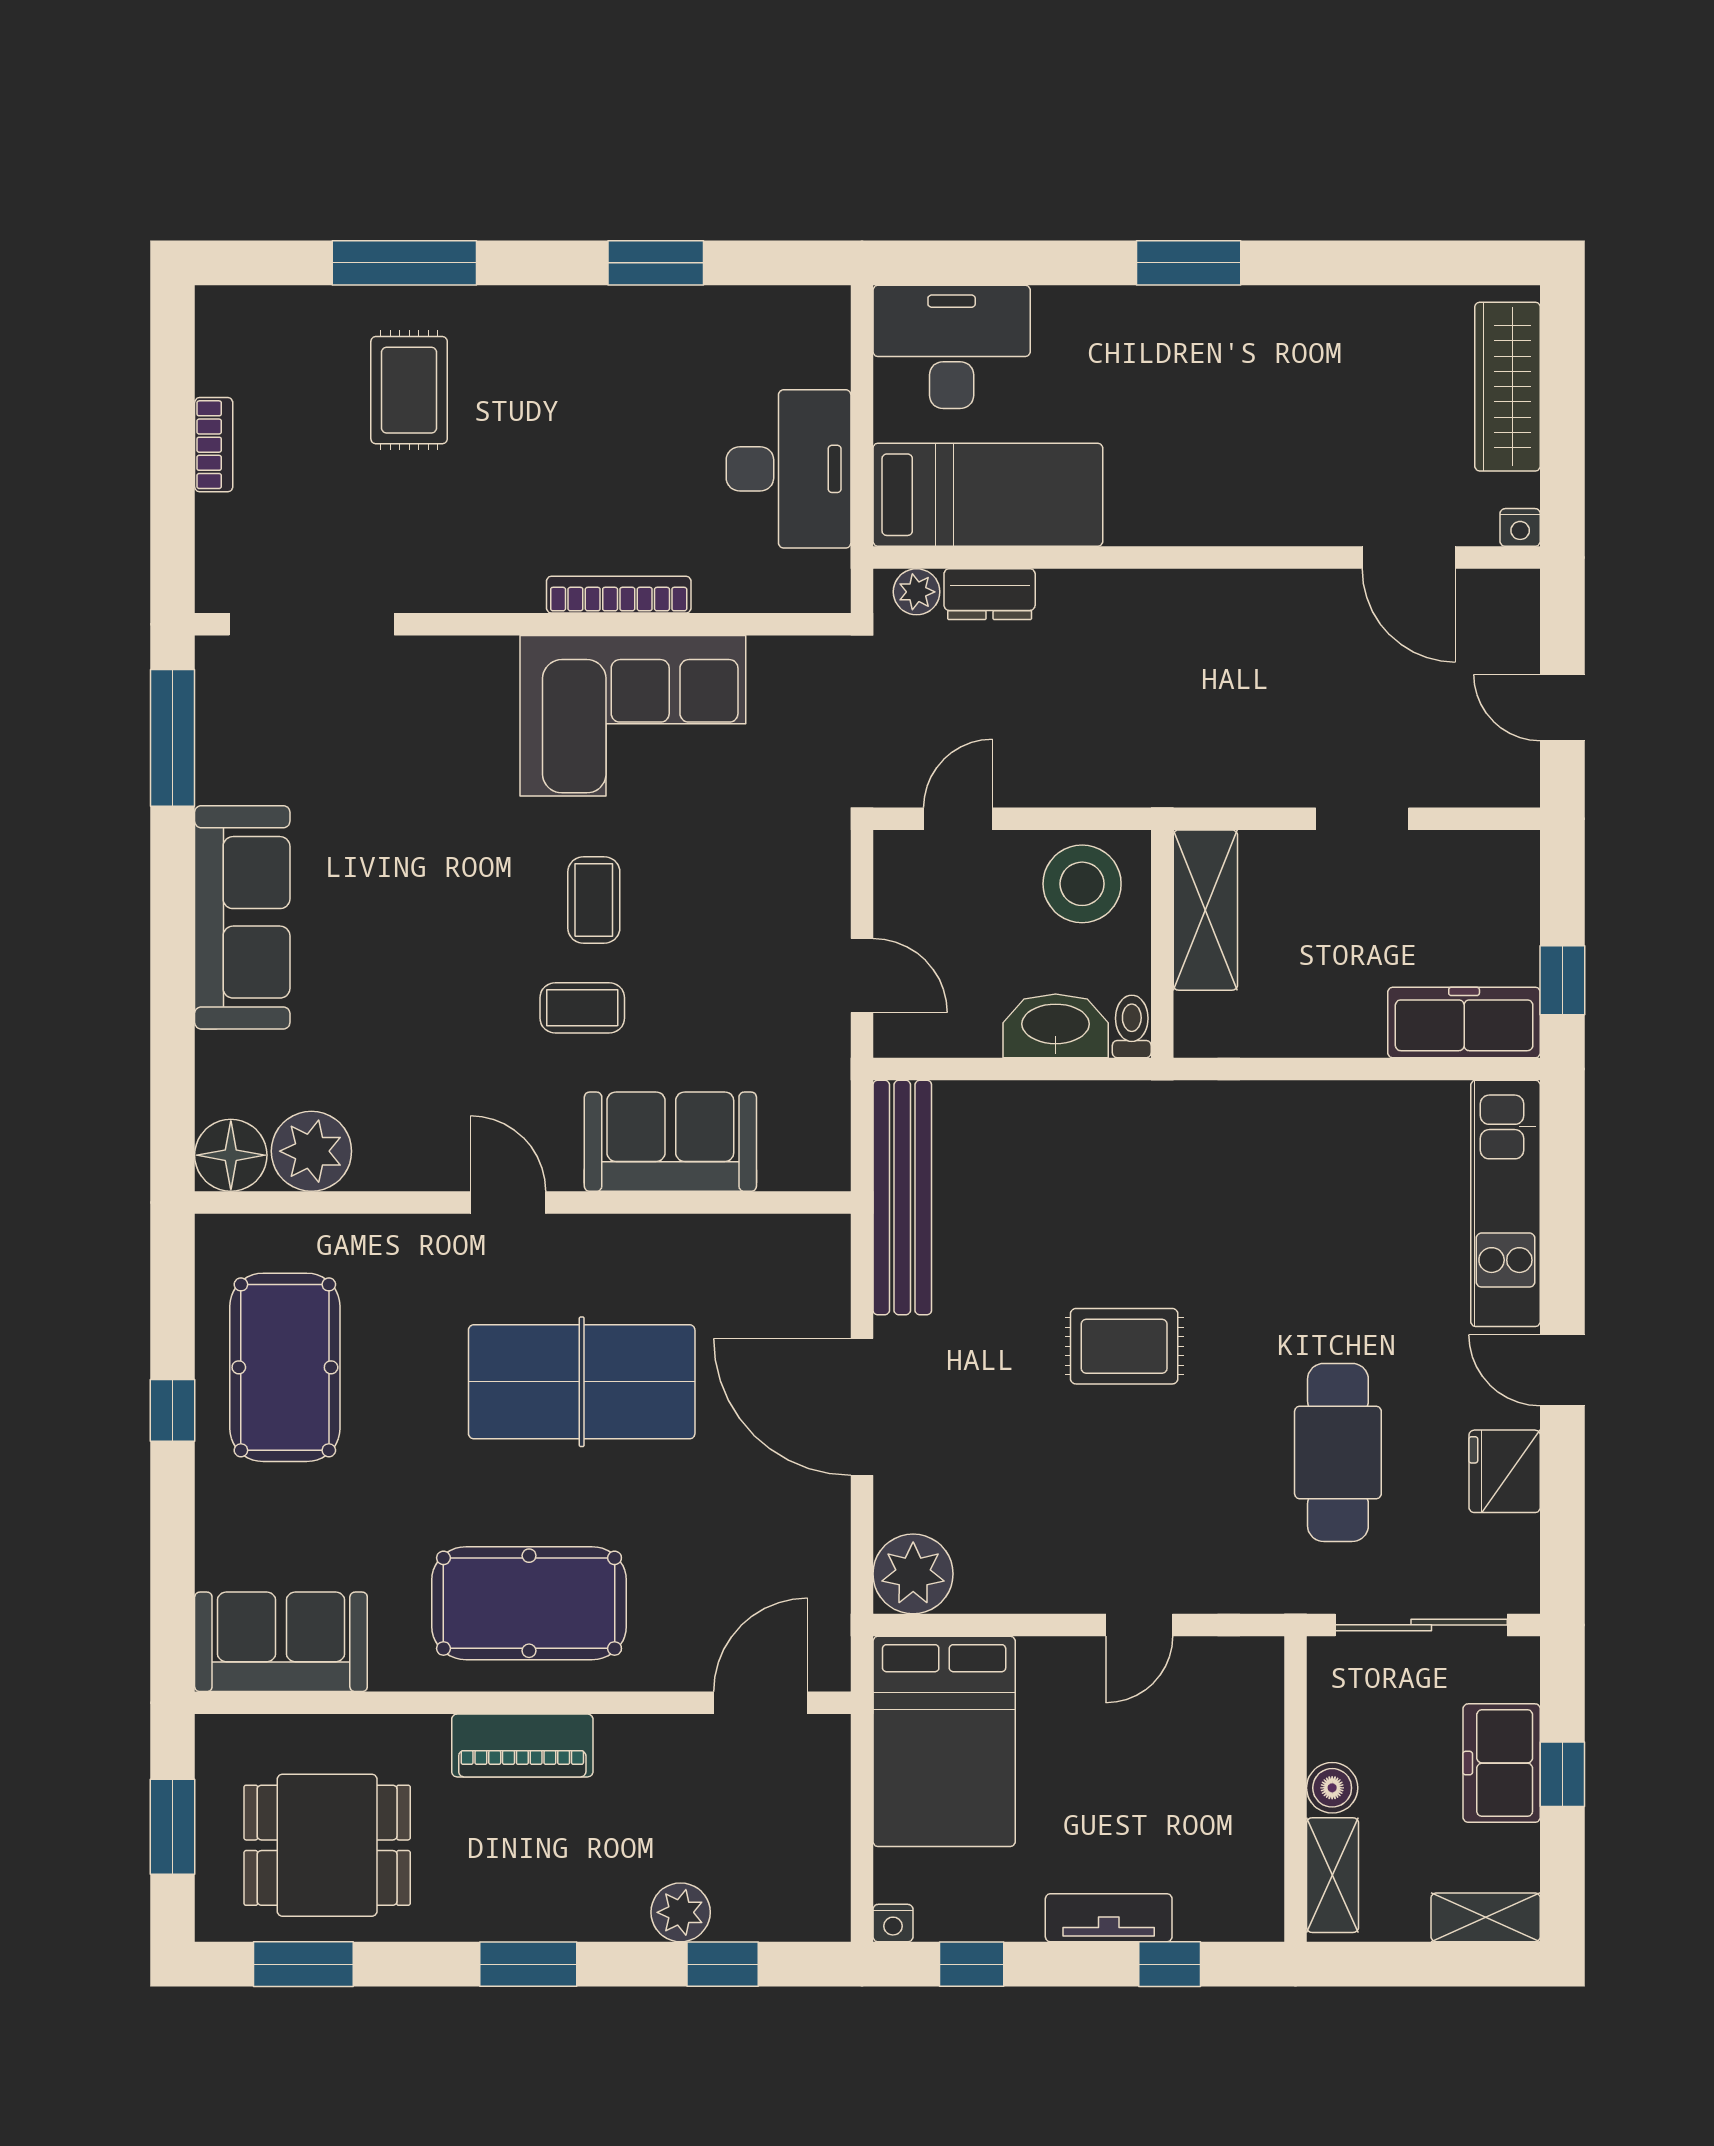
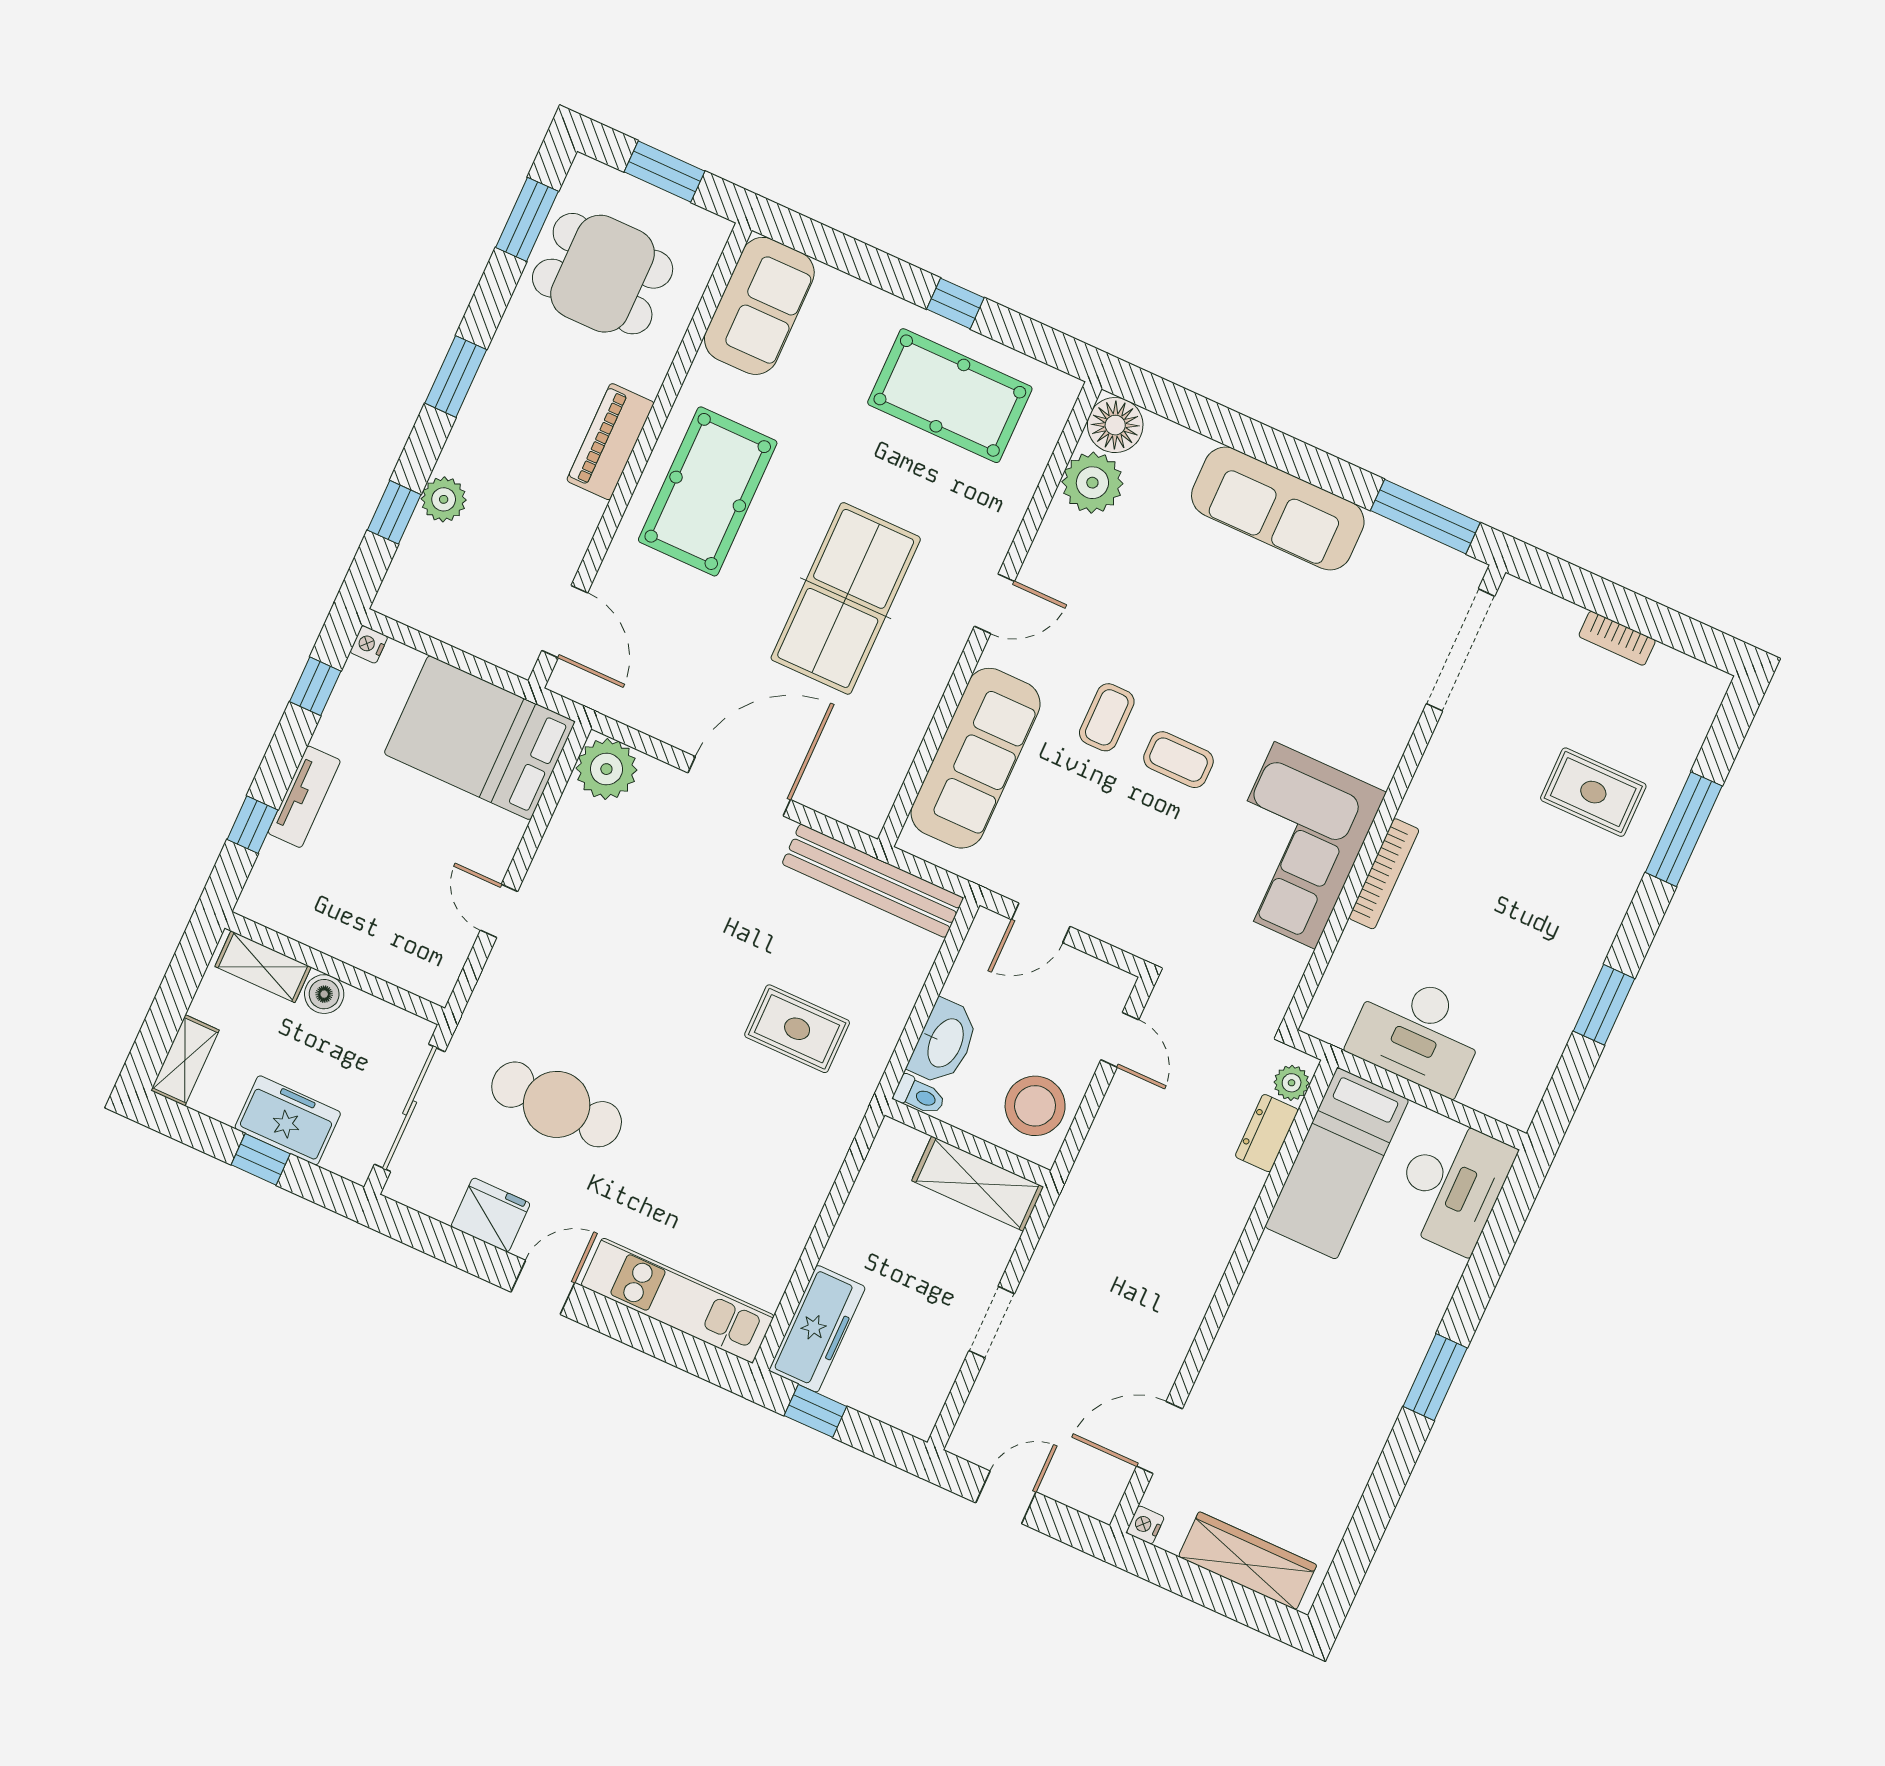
sofa: (670, 1142) -> (976, 758), width x1.36
rug: (1124, 1346) -> (797, 1029), moved, turned 90
dining table: (327, 1845) -> (603, 274), turned 90

